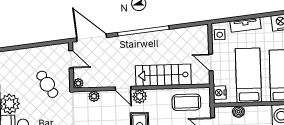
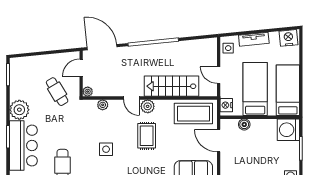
door: (71, 59) -> (81, 68), swing flipped
coffee table: (186, 102) -> (193, 114), width x1.36, depth x1.32

